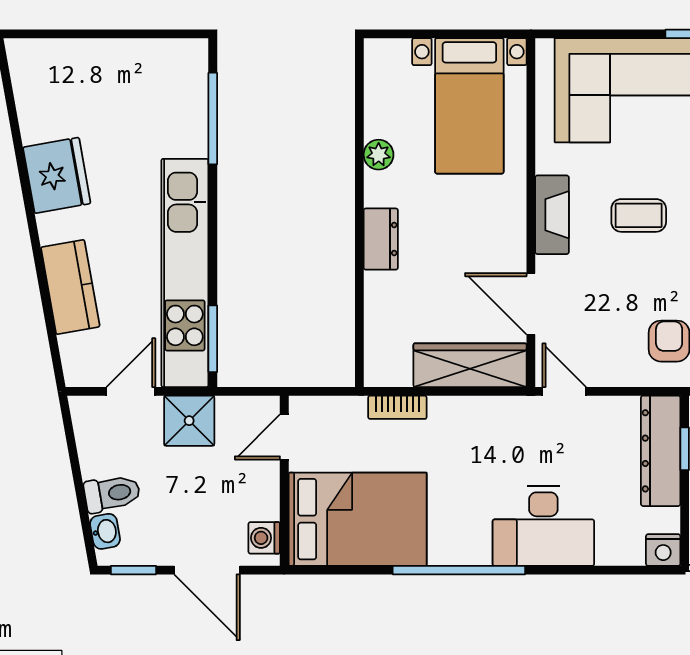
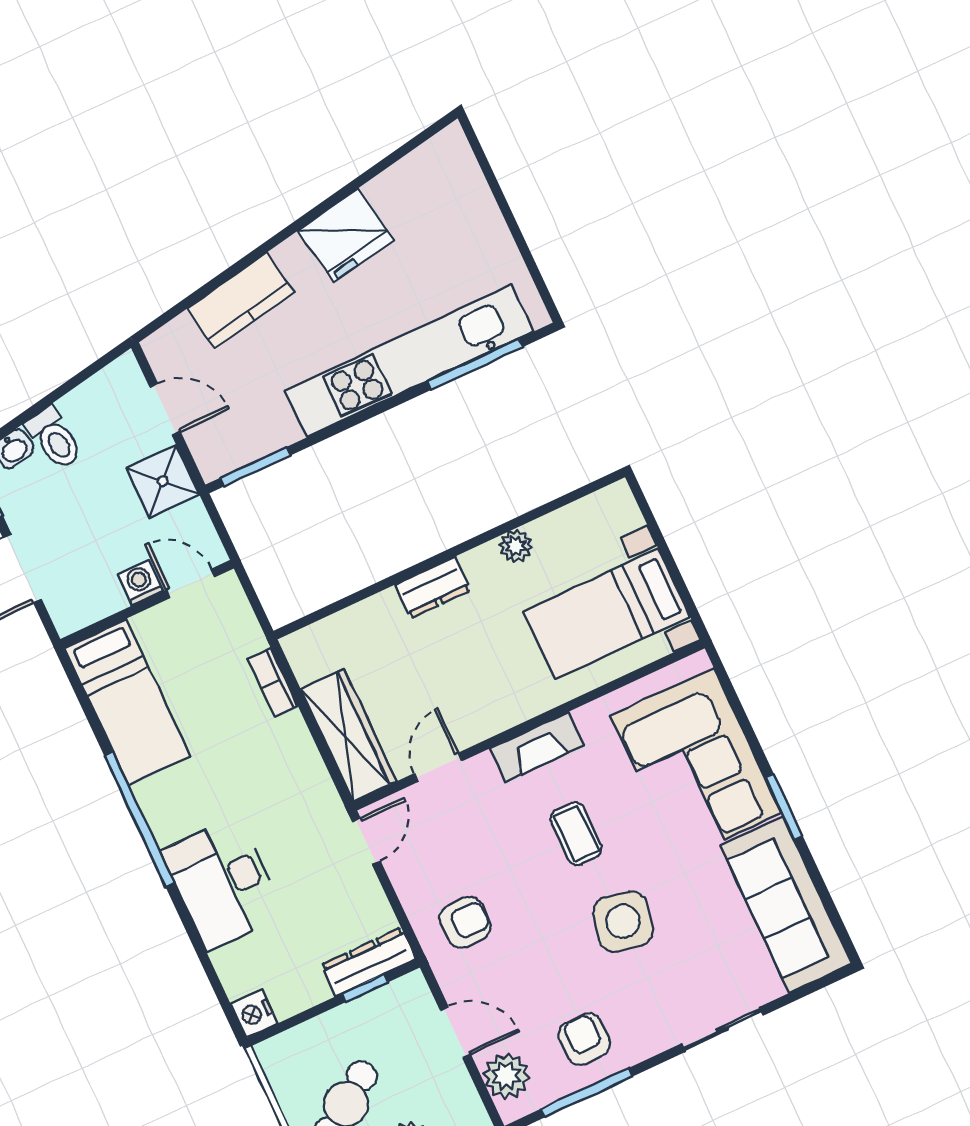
kitchen unit: (185, 273) -> (409, 361), moved
door: (531, 304) -> (438, 767), width x0.73
dresser: (661, 451) -> (368, 962), width x0.73, depth x0.80
bed: (358, 519) -> (127, 702), width x0.67
washing machine: (264, 538) -> (140, 583), moved

